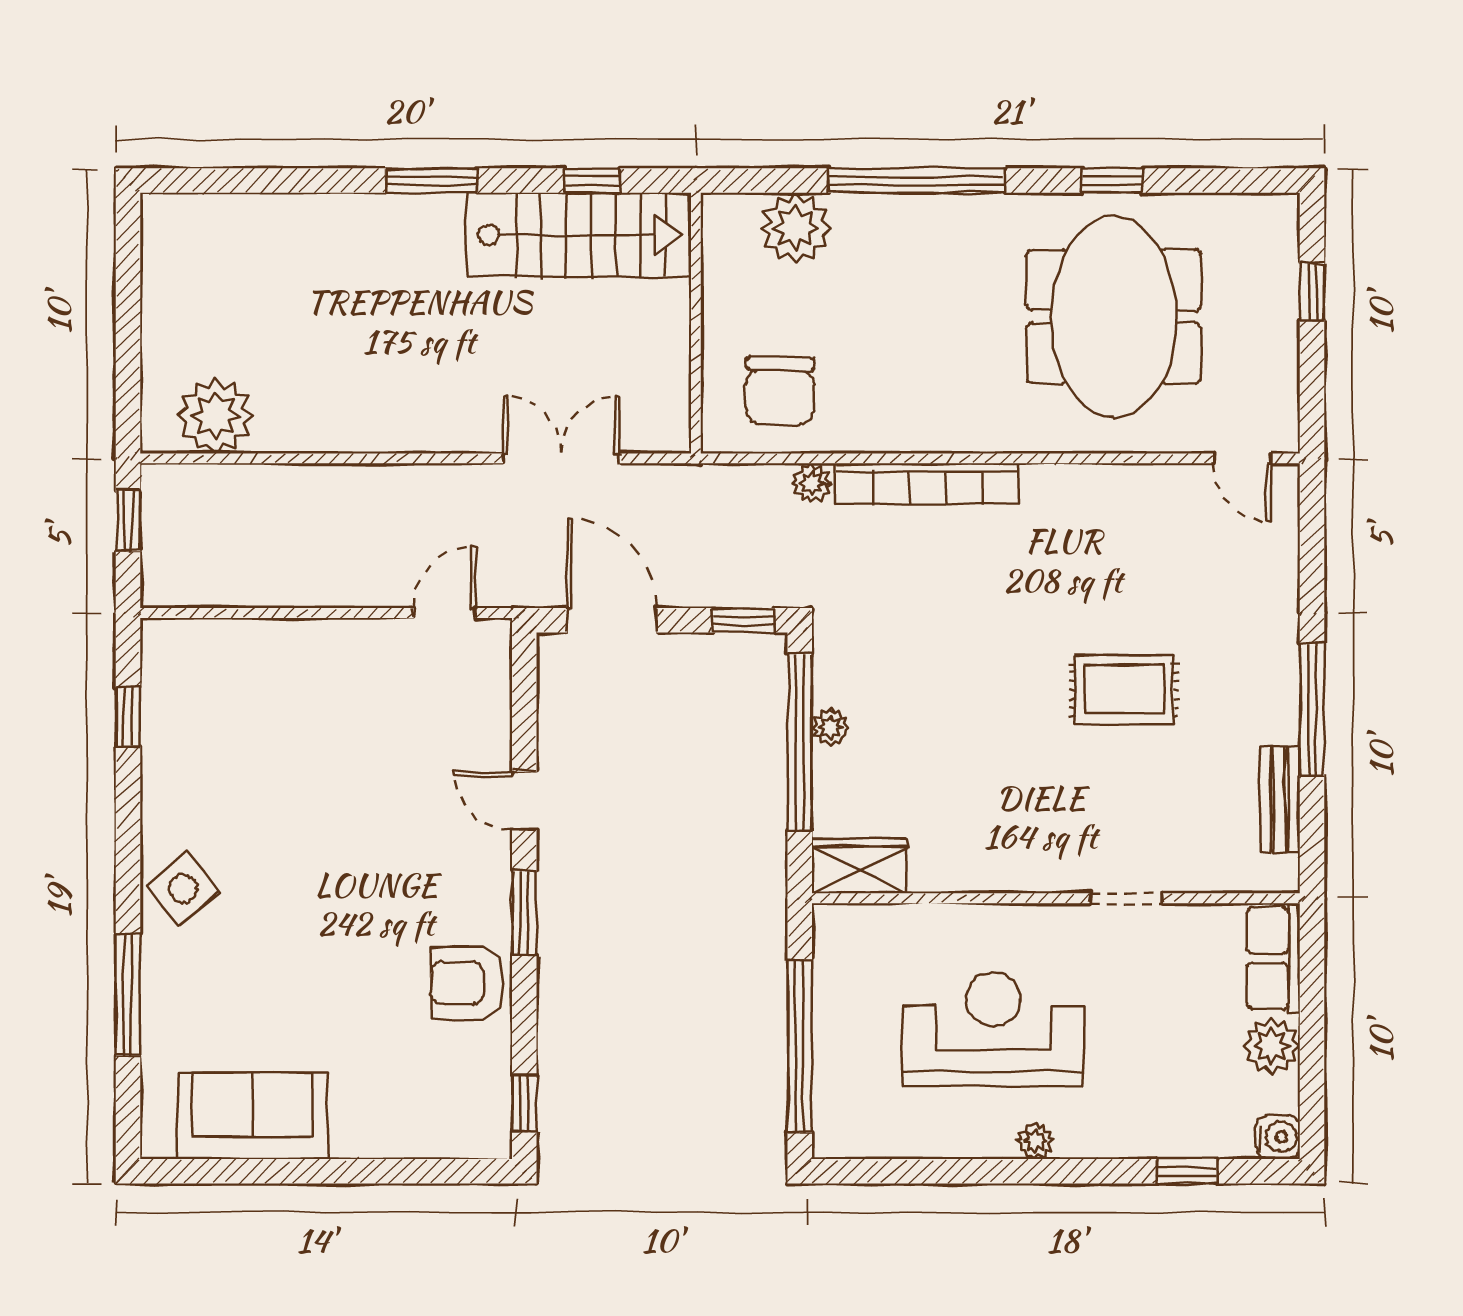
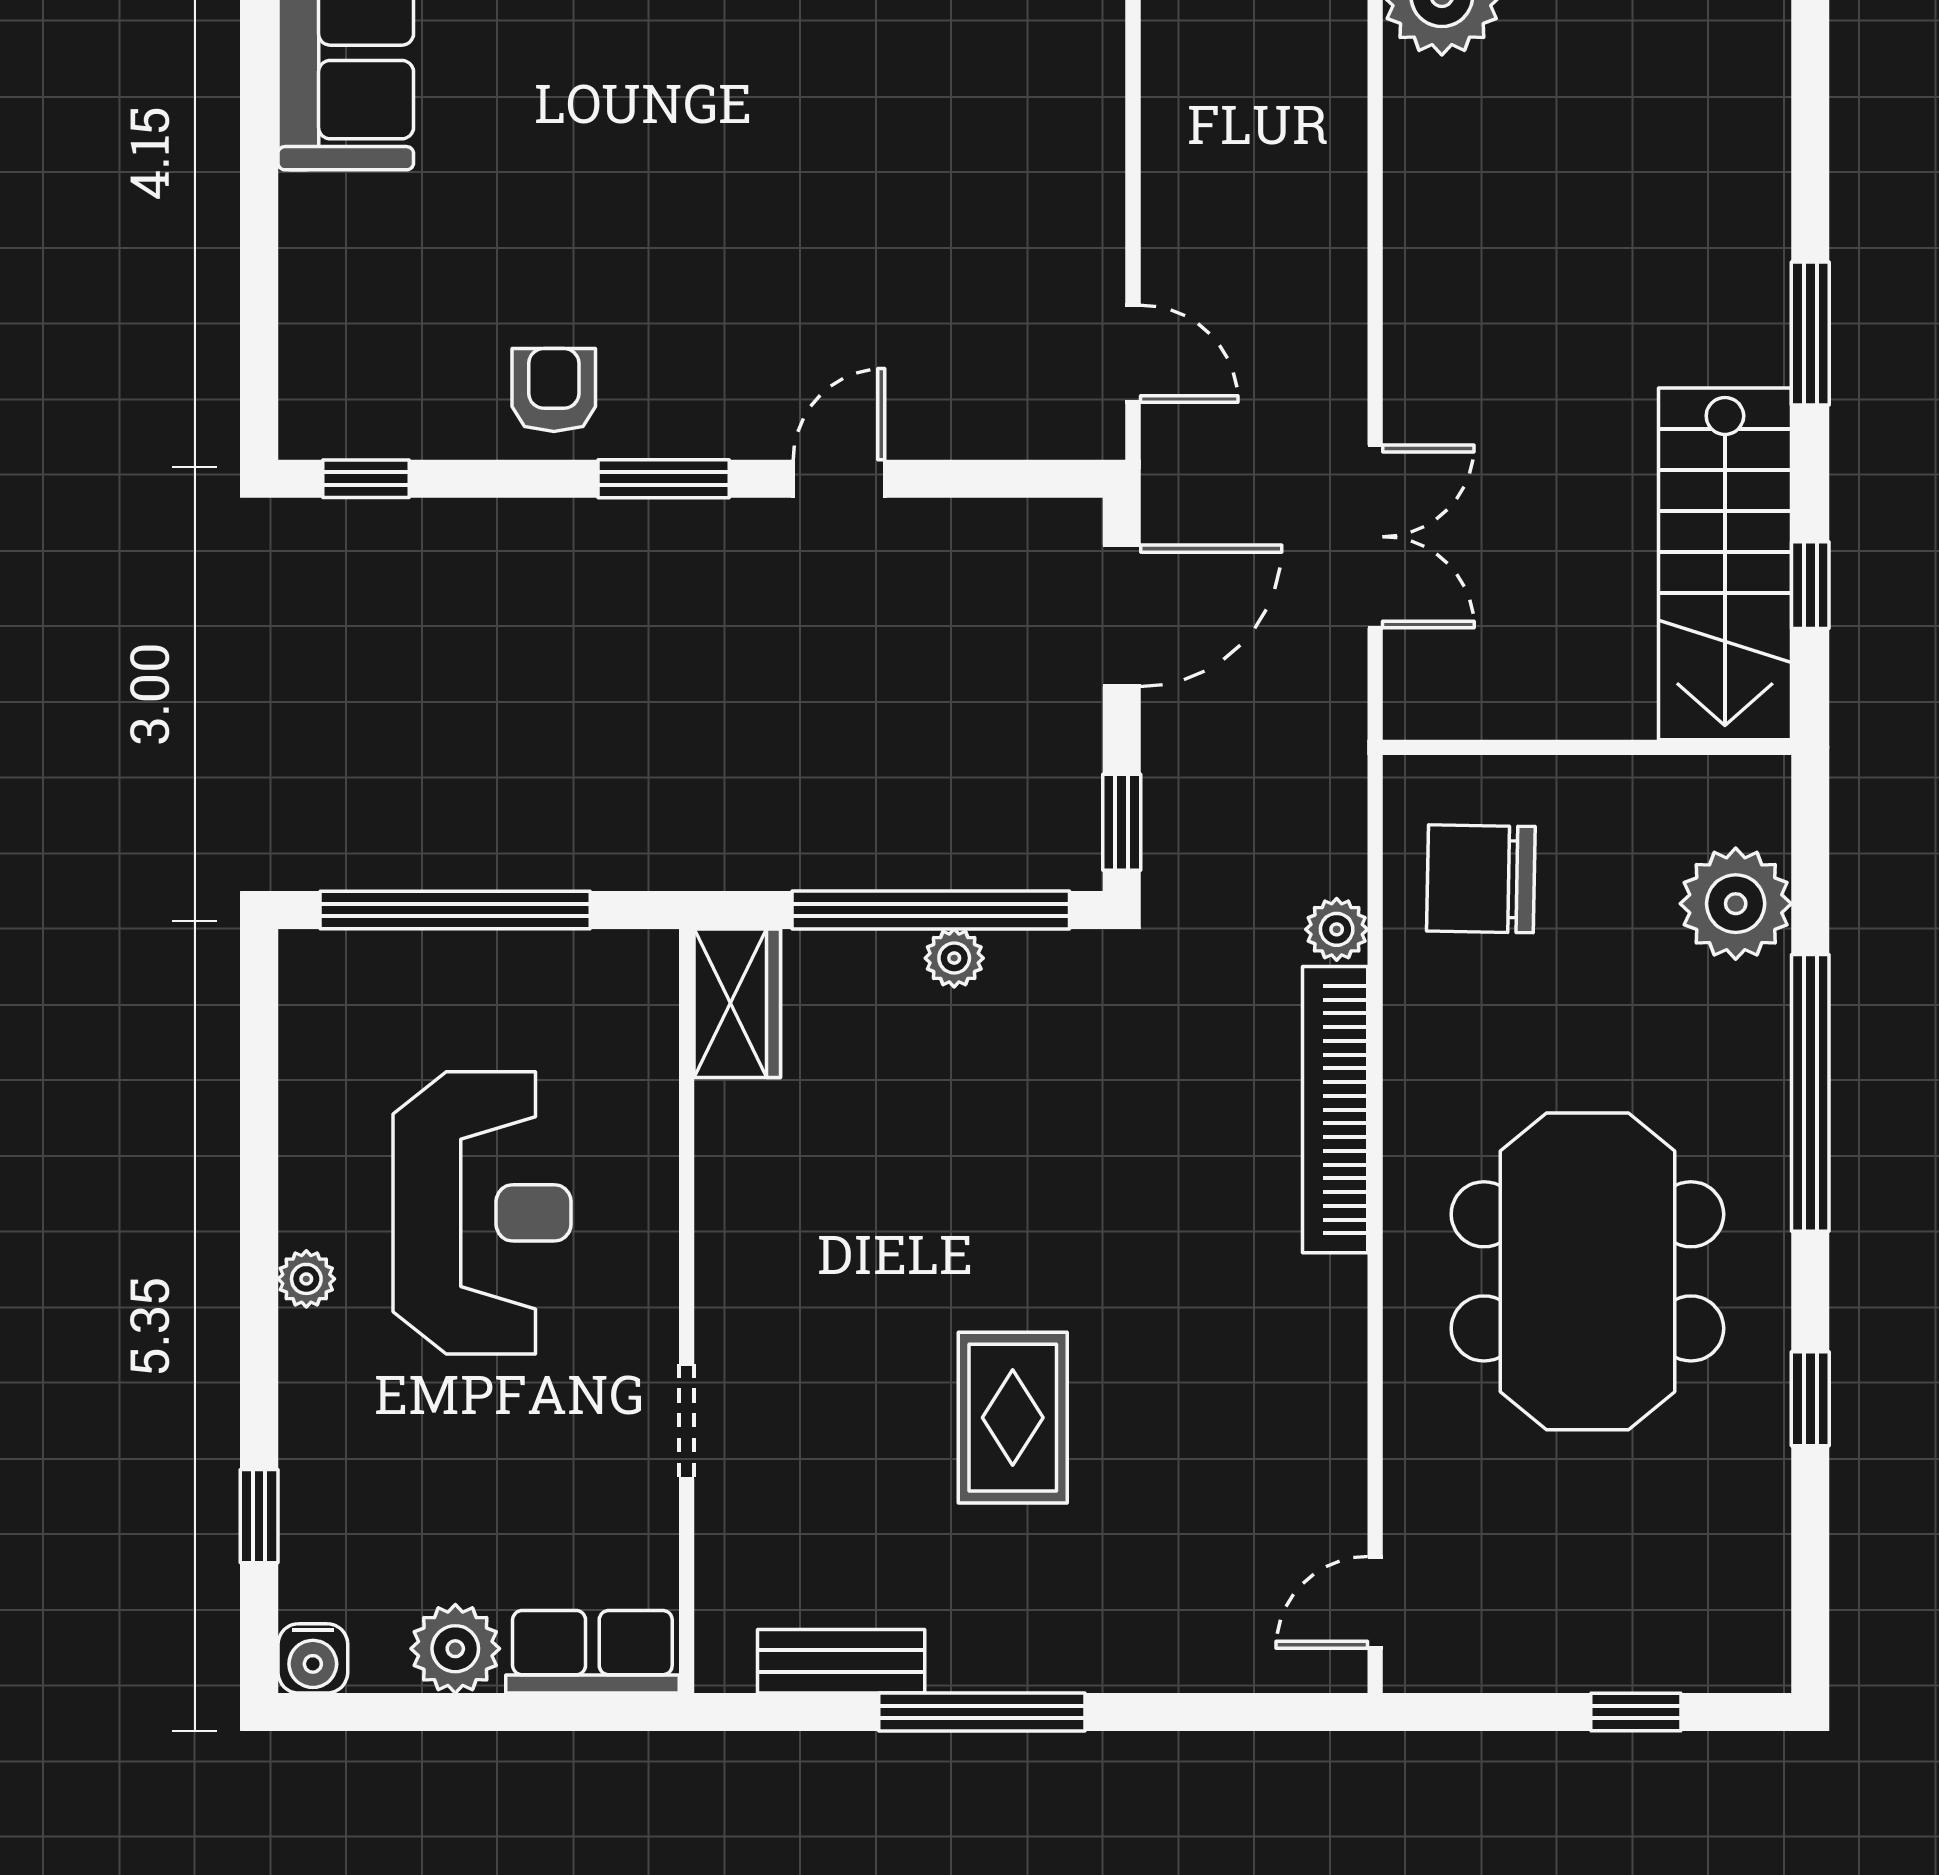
meeting table: (1114, 316) -> (1587, 1271), moved, turned 90
armchair: (468, 983) -> (554, 390), width x0.72, depth x0.72

